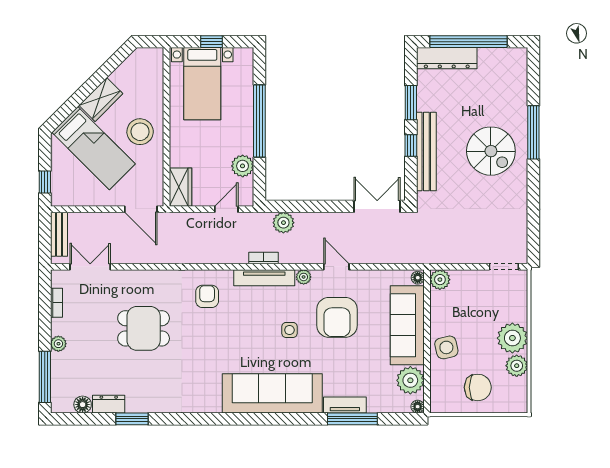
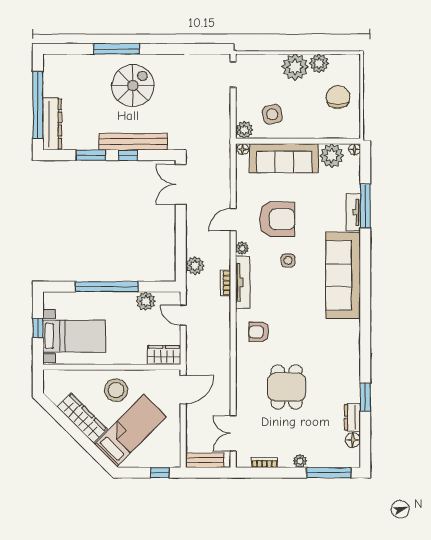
wardrobe: (101, 99) -> (82, 418), width x1.50
side table: (446, 347) -> (272, 114), moved

